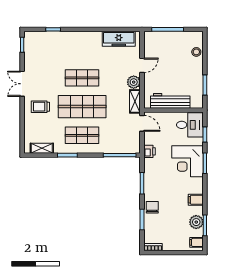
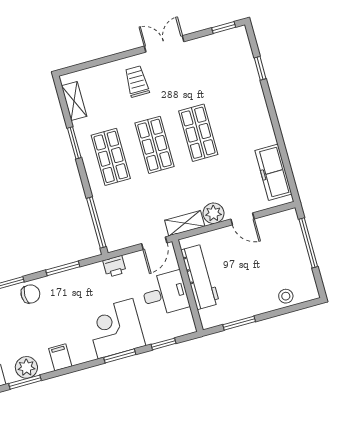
shop shelf: (82, 107) -> (154, 145), width x0.70, depth x0.74
desk: (190, 125) -> (165, 294), moved, turned -90

